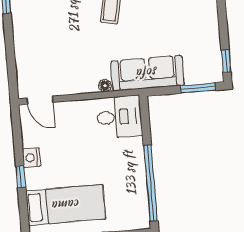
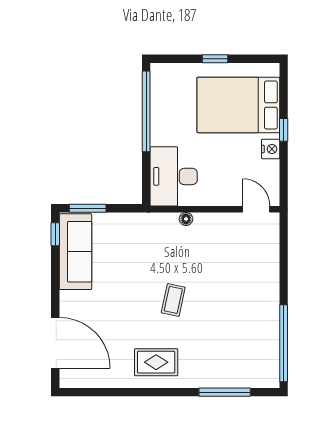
sofa: (147, 73) -> (75, 252), moved, turned -90
desk: (119, 117) -> (174, 176), width x1.37
bed: (66, 205) -> (238, 105), width x1.50

